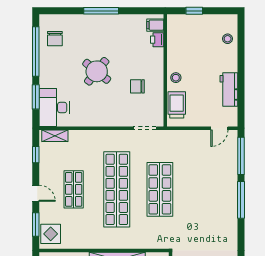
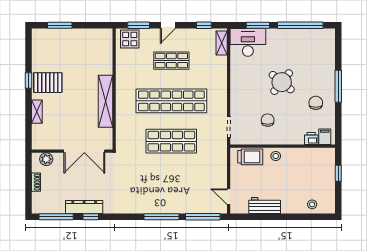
chair: (55, 39) -> (316, 103), moved, turned 90

